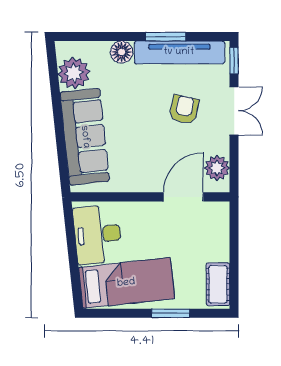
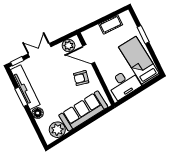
armchair: (184, 110) -> (81, 78), moved
cot: (218, 284) -> (111, 24), moved

